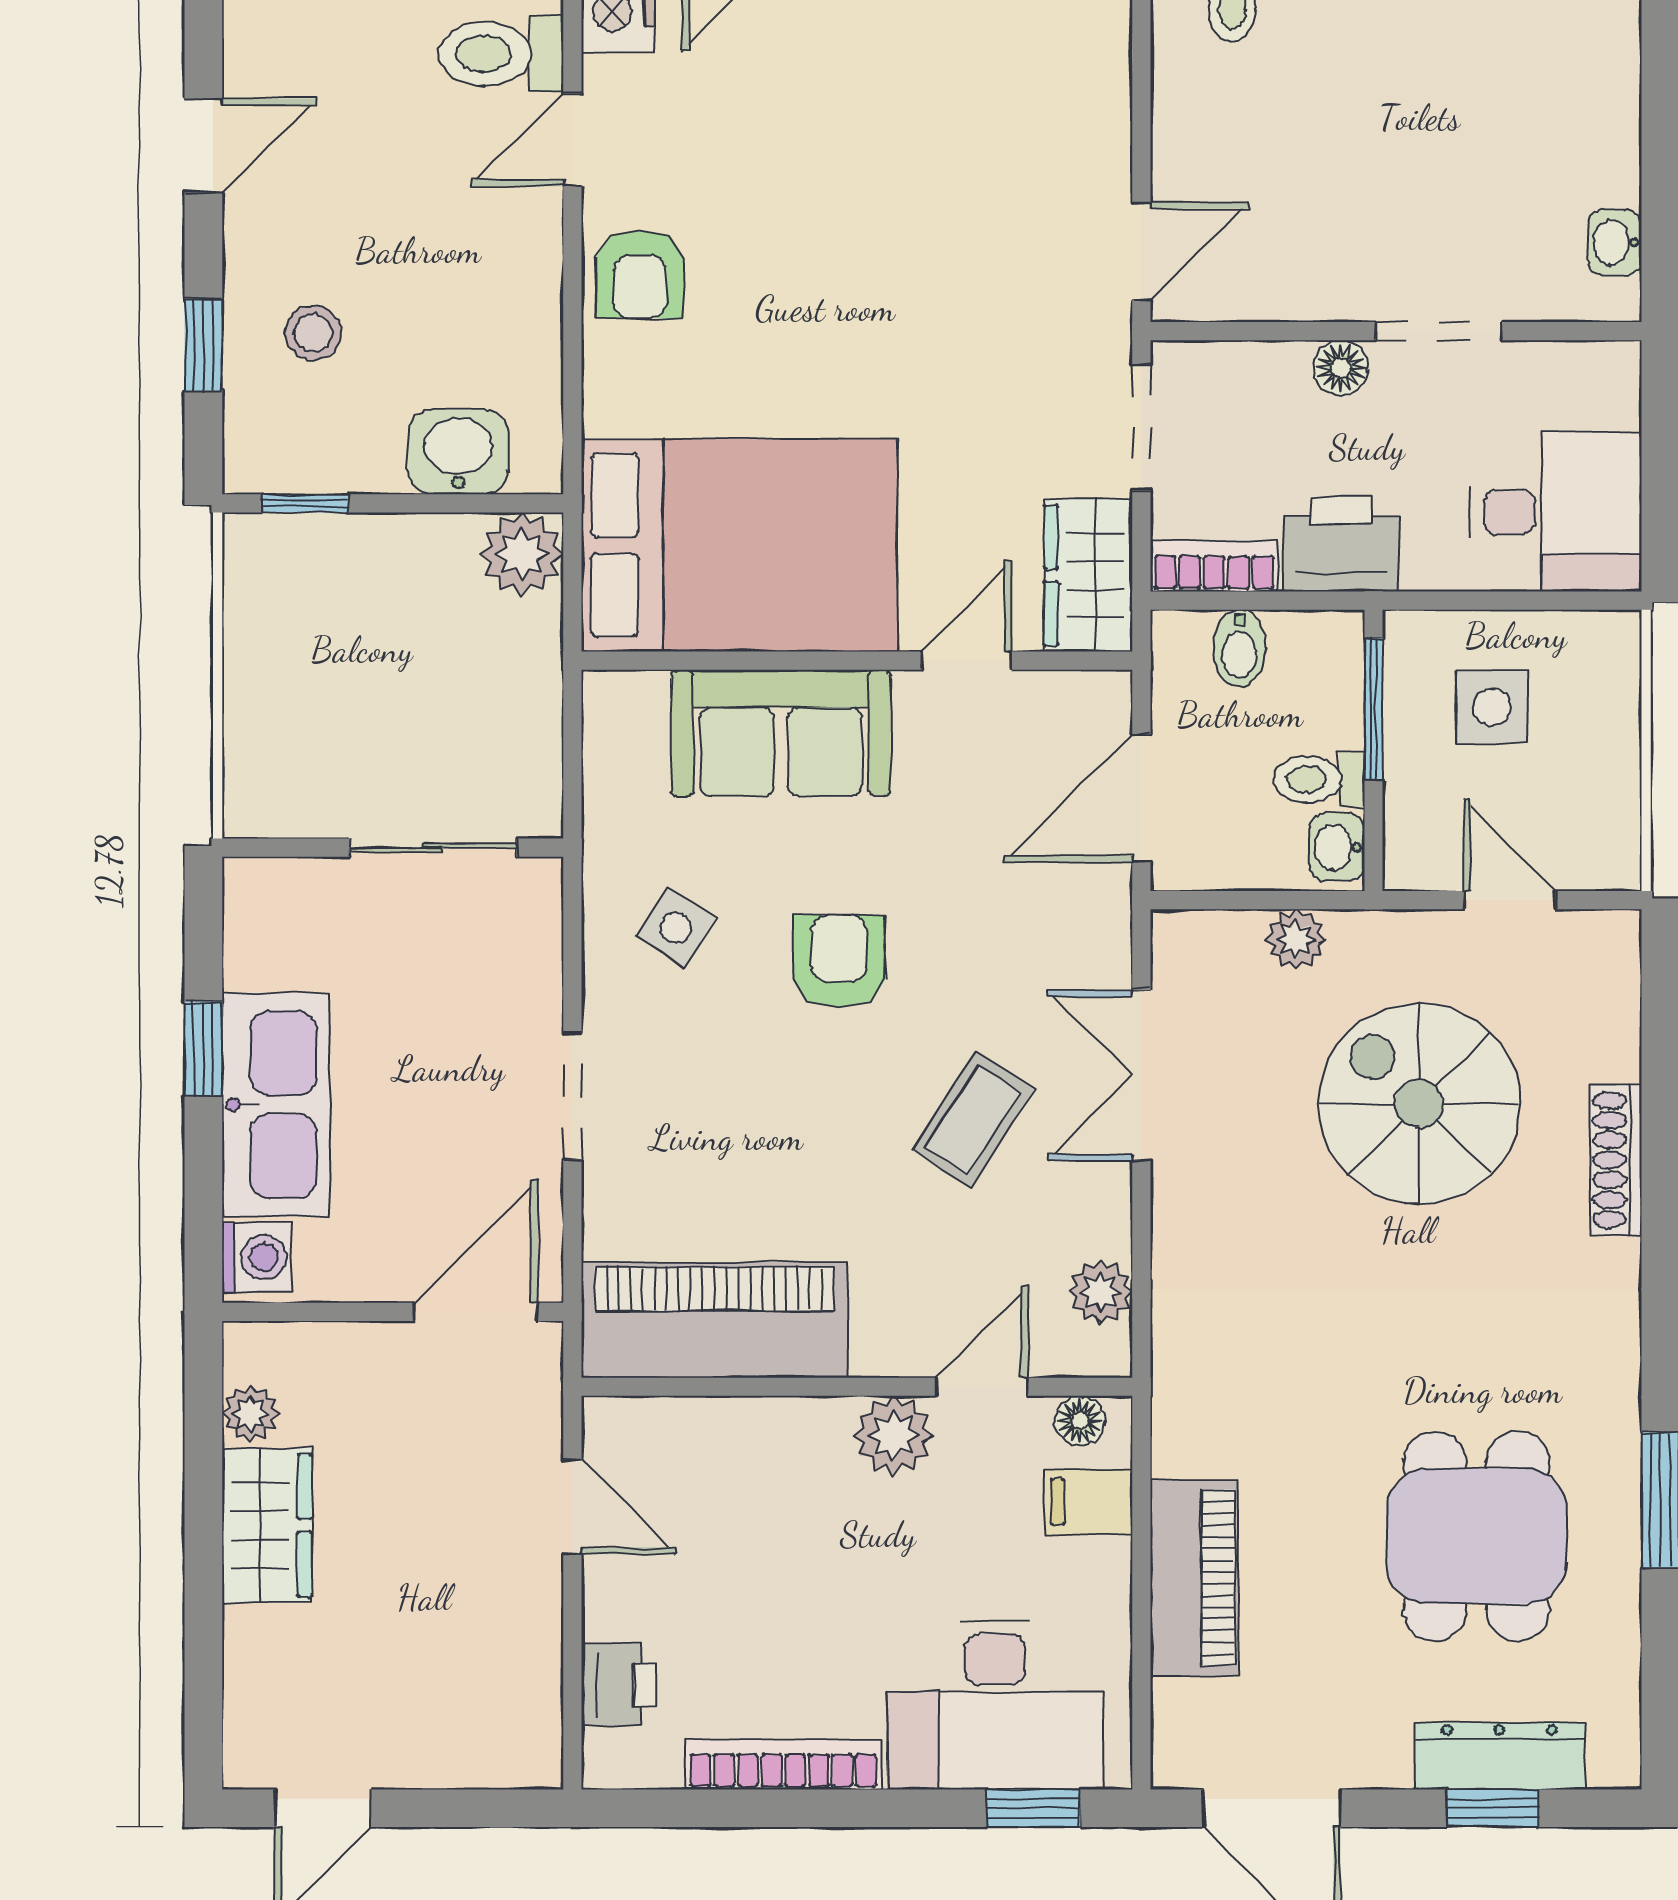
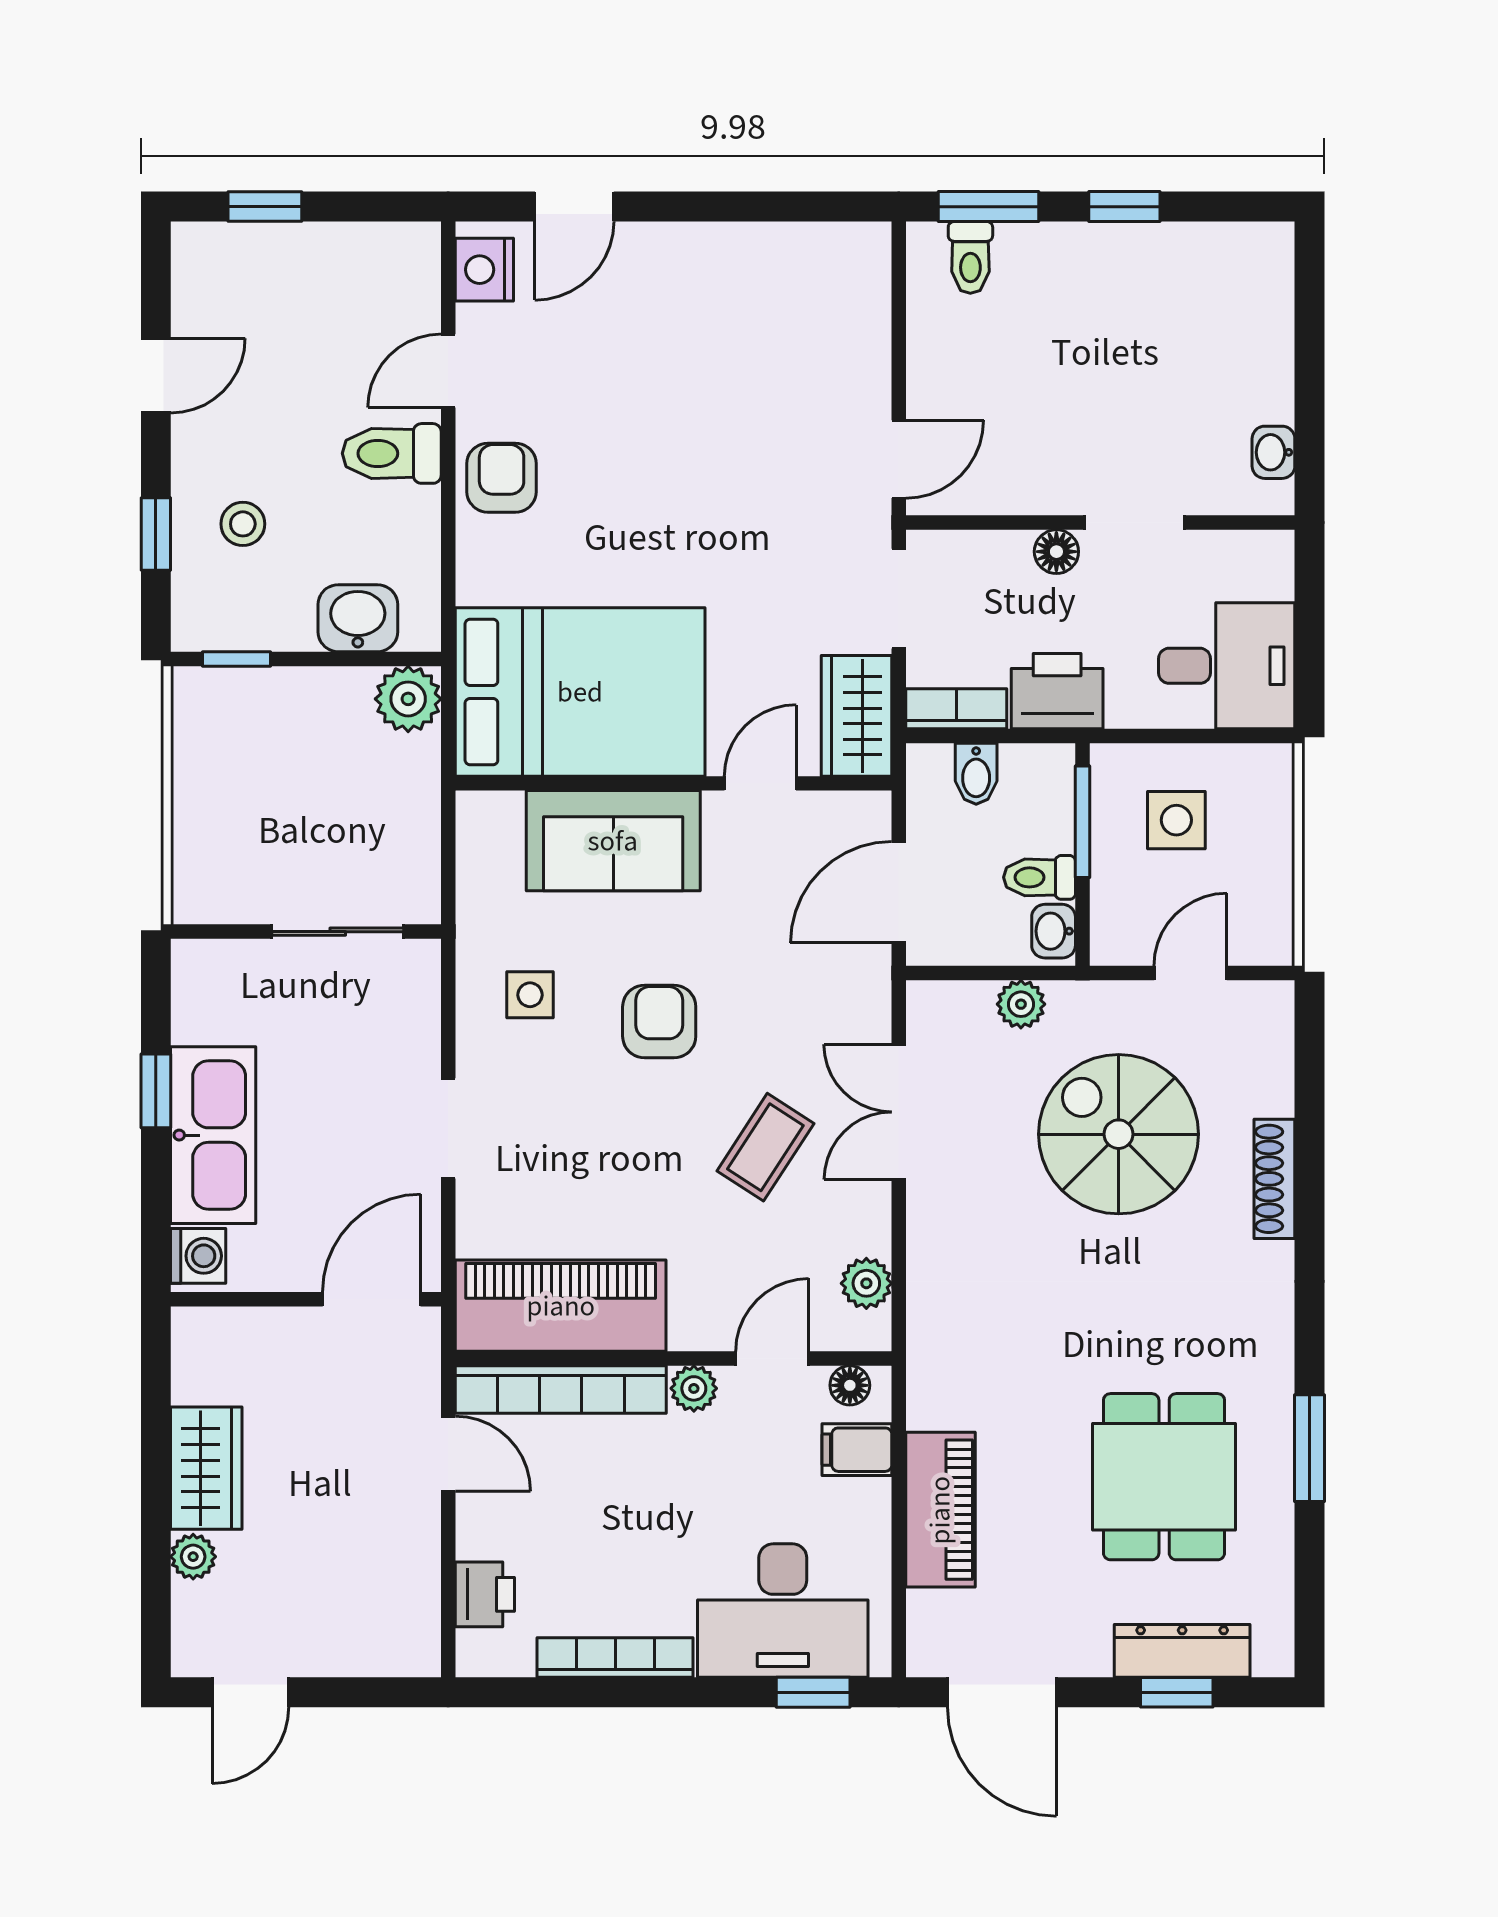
toilet: (501, 54) -> (392, 453), moved
armchair: (640, 275) -> (502, 478), turned 180
door: (1510, 900) -> (1190, 973), hinge flipped
side table: (676, 927) -> (530, 995), turned -33
plant: (250, 1414) -> (193, 1557), moved
bookcase: (715, 1426) -> (561, 1389), added
plant: (894, 1435) -> (694, 1388), width x0.73, depth x0.73

